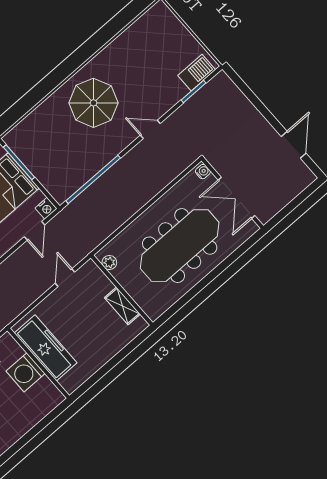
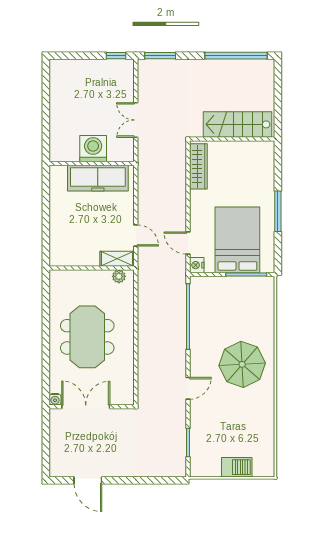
barbecue: (197, 73) -> (237, 467), moved, turned -90
water cooler: (203, 172) -> (55, 399), moved
meeting table: (180, 246) -> (87, 337), width x0.73
shelving: (122, 306) -> (117, 259), moved

